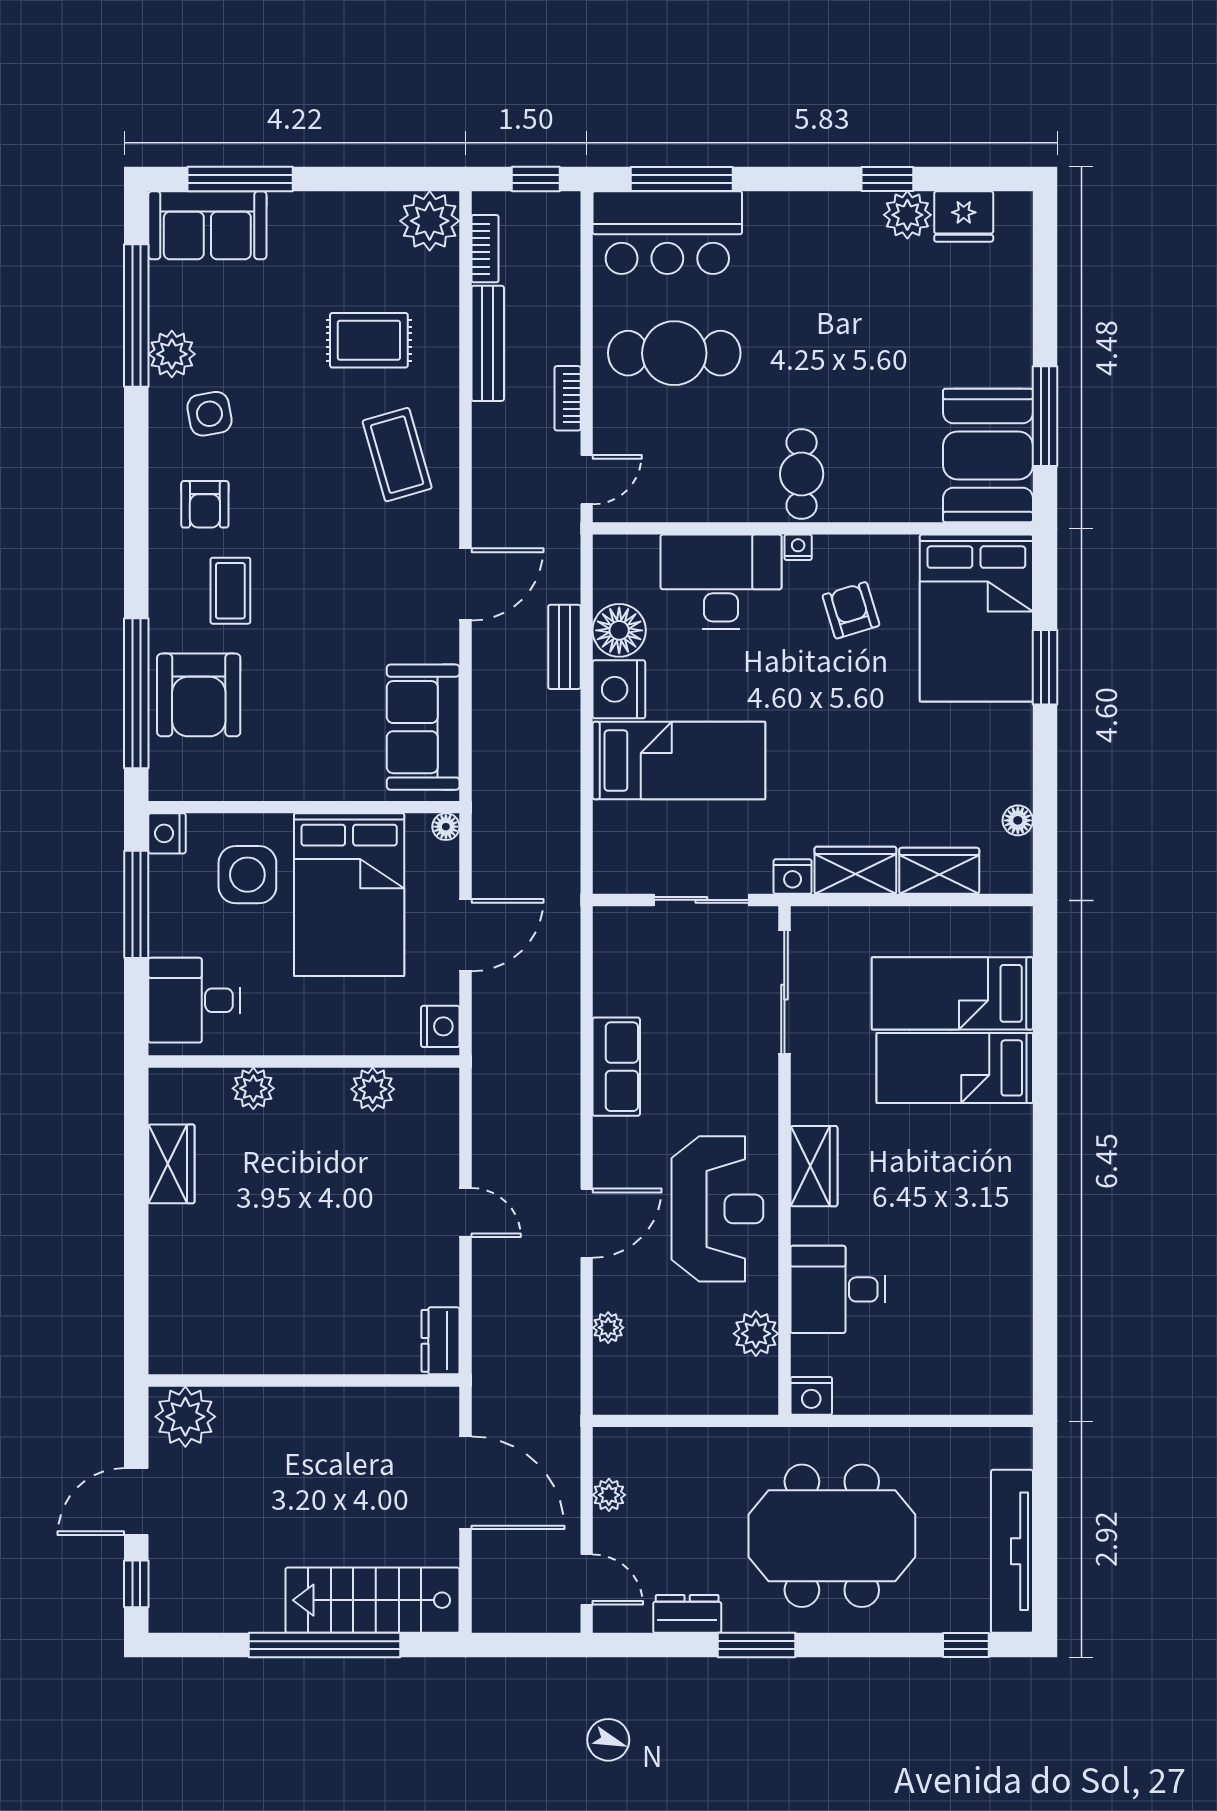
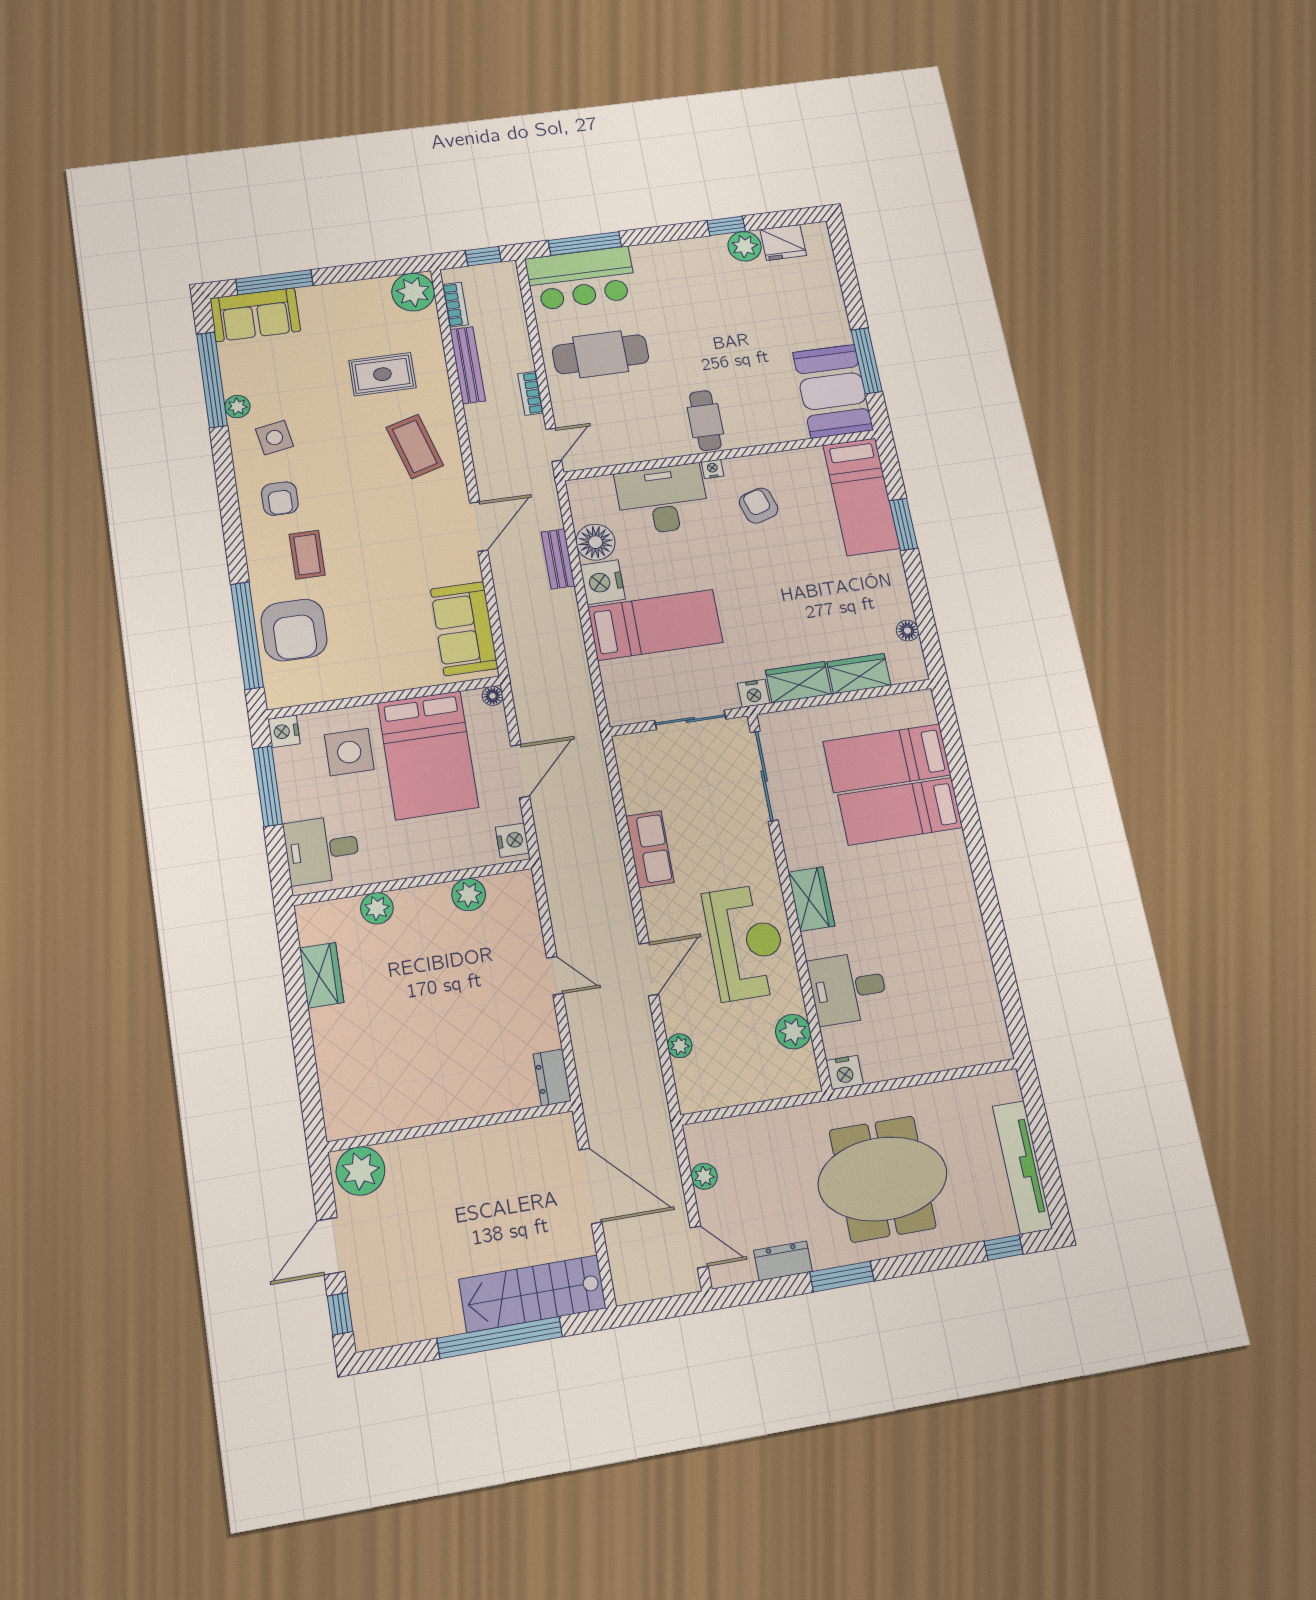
plant: (172, 354) -> (237, 407), width x0.73, depth x0.73
bed: (976, 618) -> (861, 497), width x0.67

